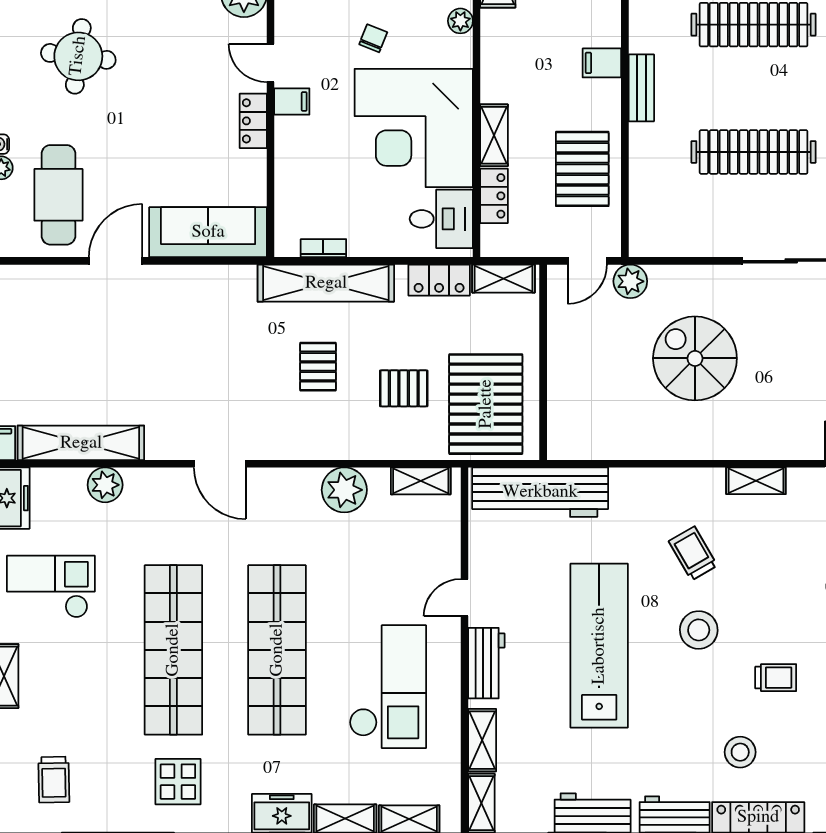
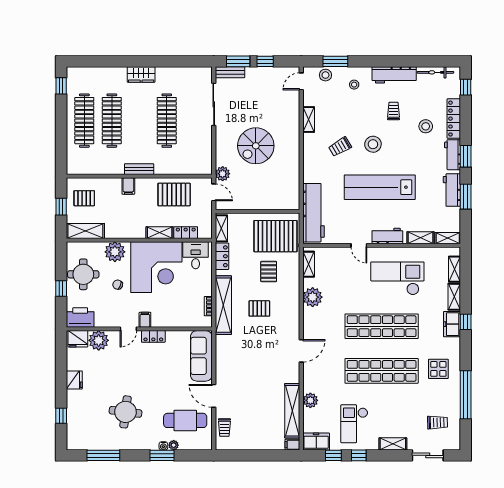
plant: (460, 21) -> (115, 252), width x1.87, depth x1.87
trolley: (42, 286) -> (224, 428), added

